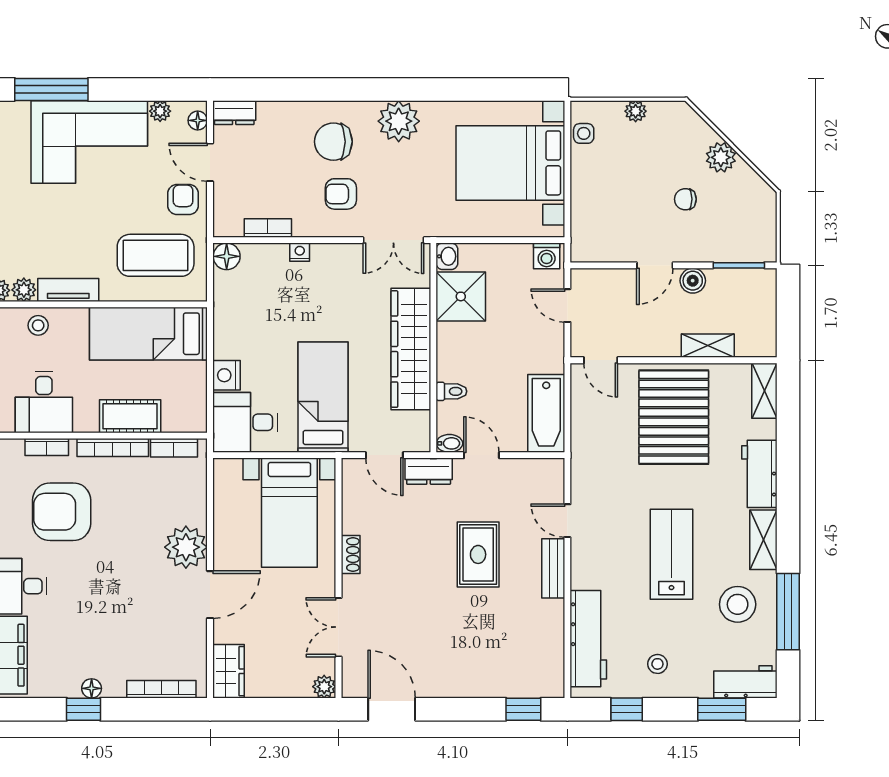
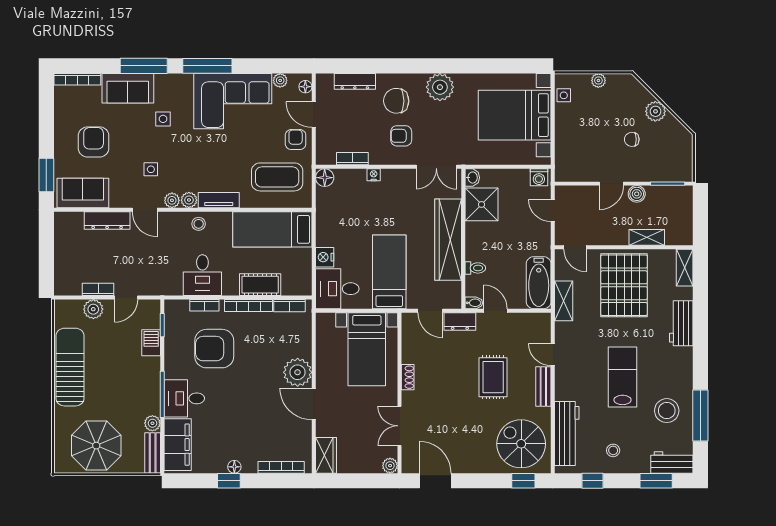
dresser: (234, 113) -> (355, 81), moved, width x1.44
shelving: (763, 540) -> (564, 301), moved
door: (210, 595) -> (314, 404), swing flipped
spiral stairs: (520, 654) -> (521, 444), added

